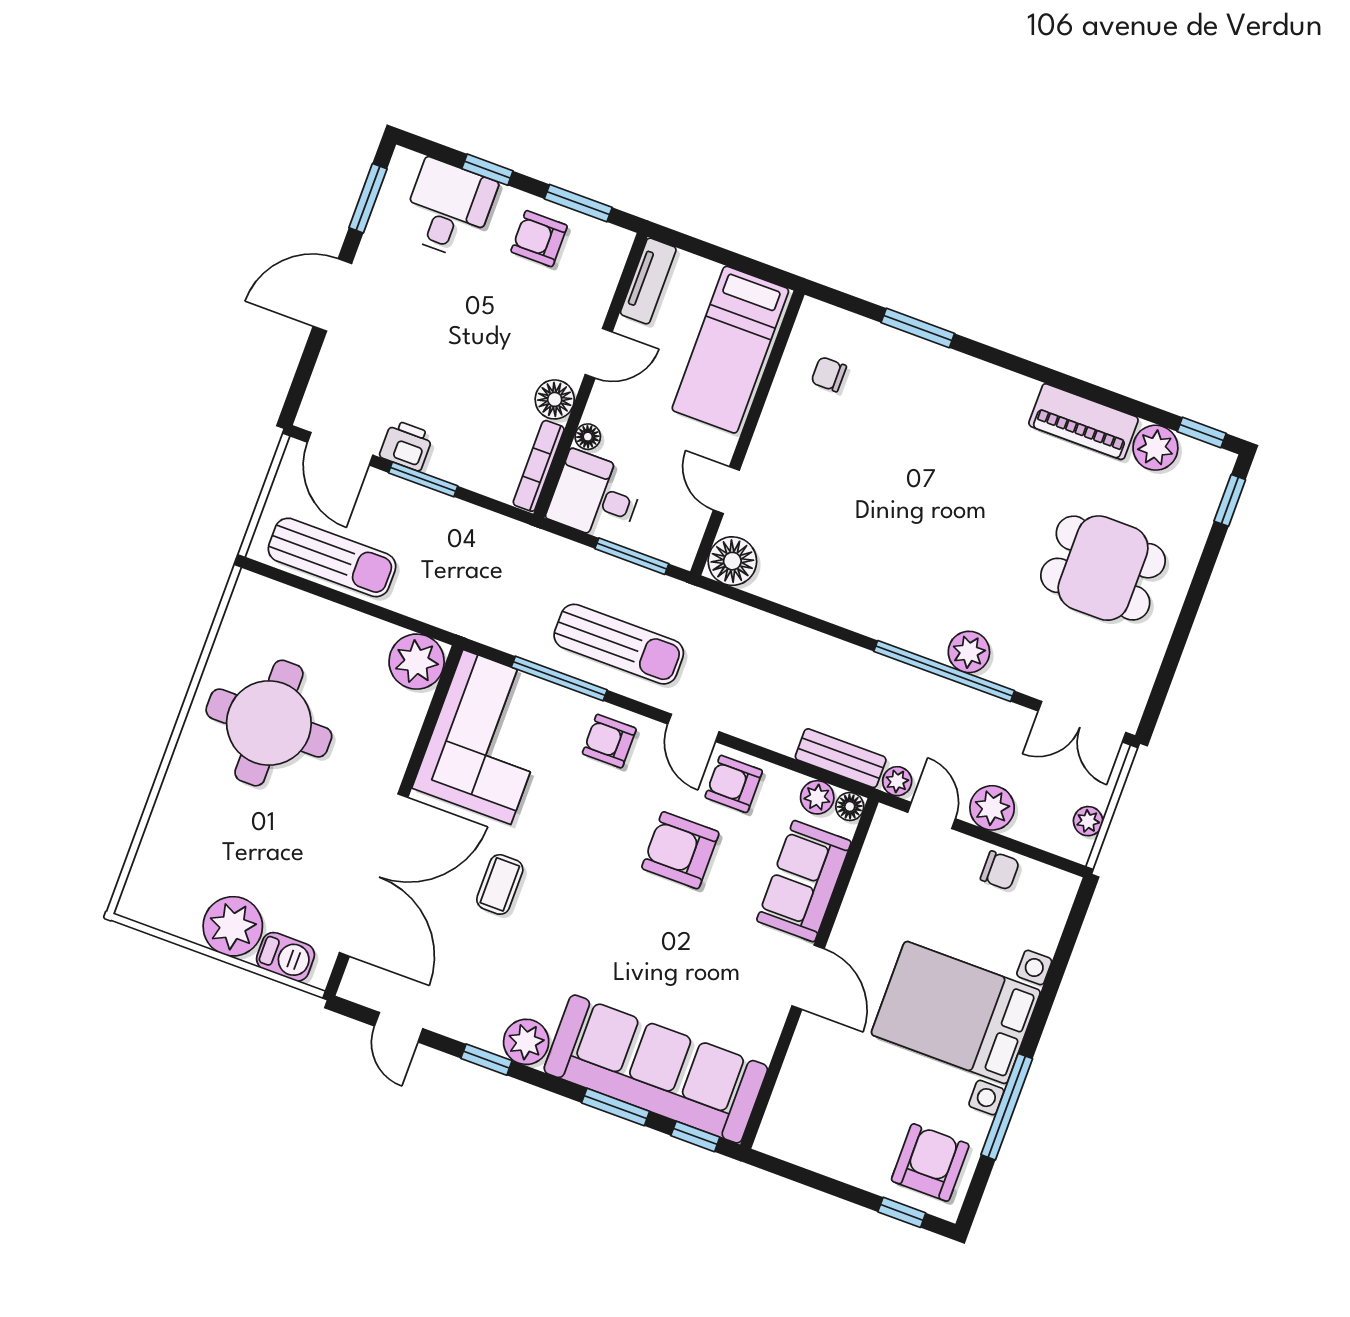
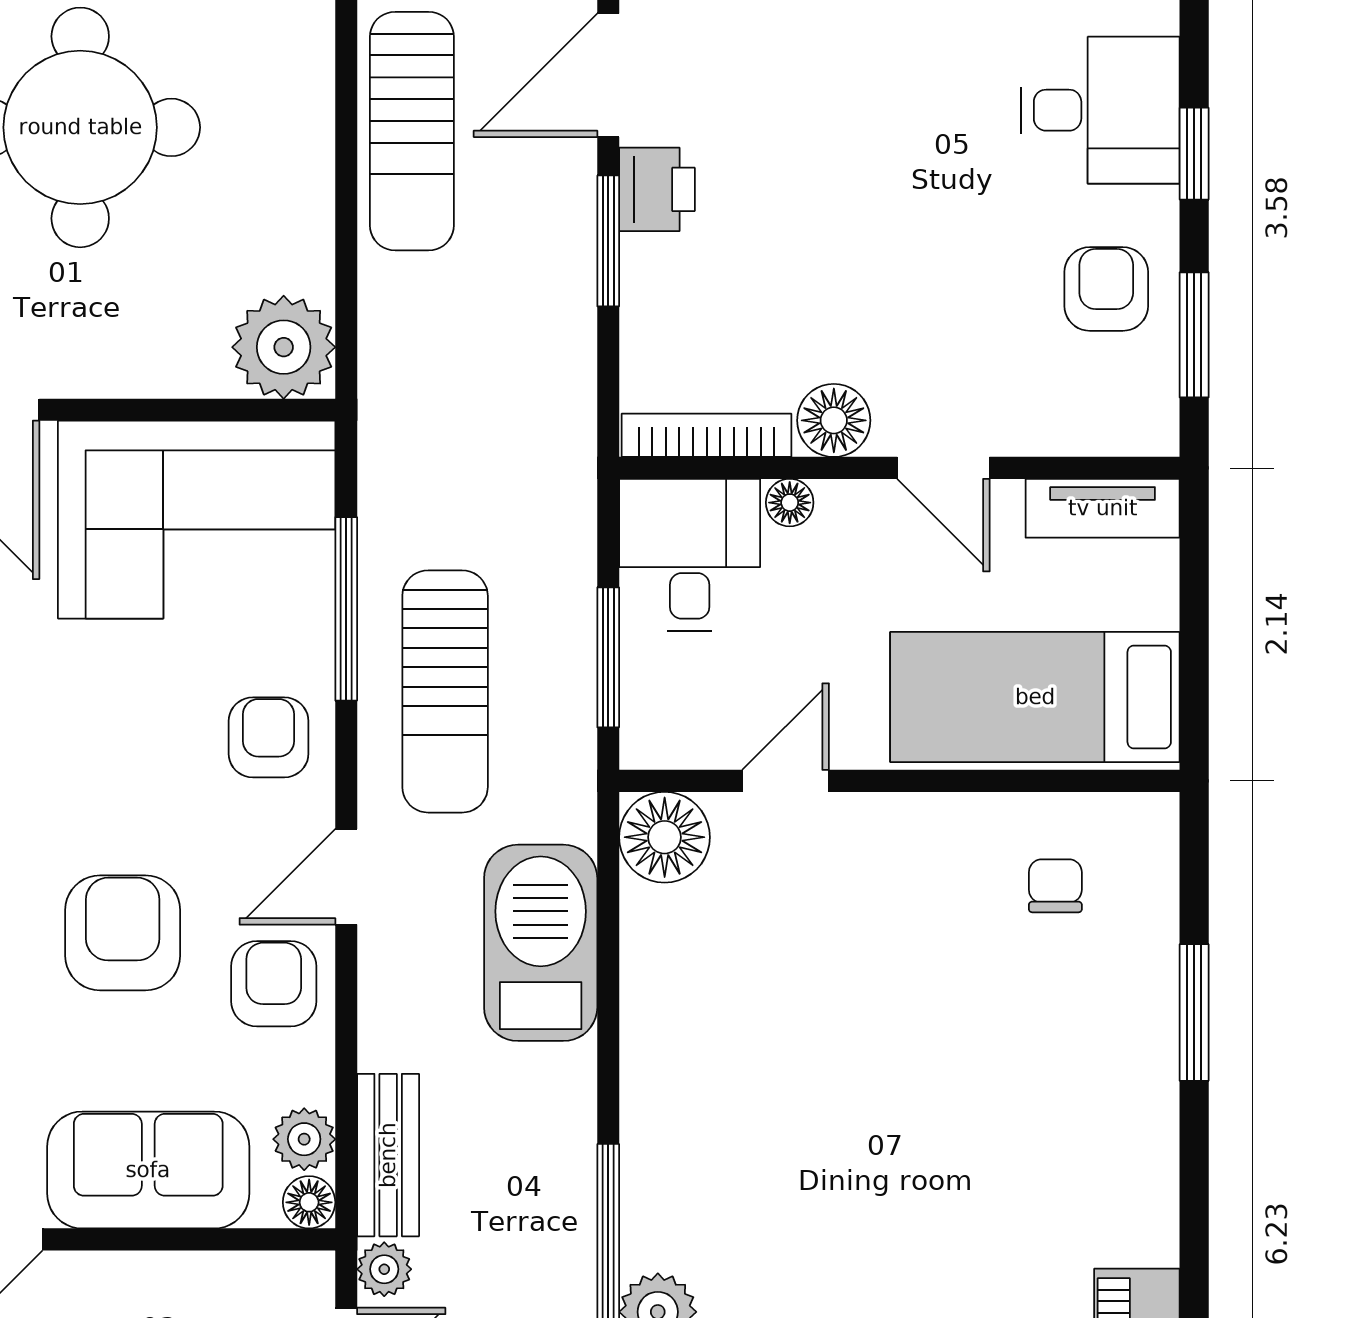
barbecue: (762, 643) -> (541, 943), added

